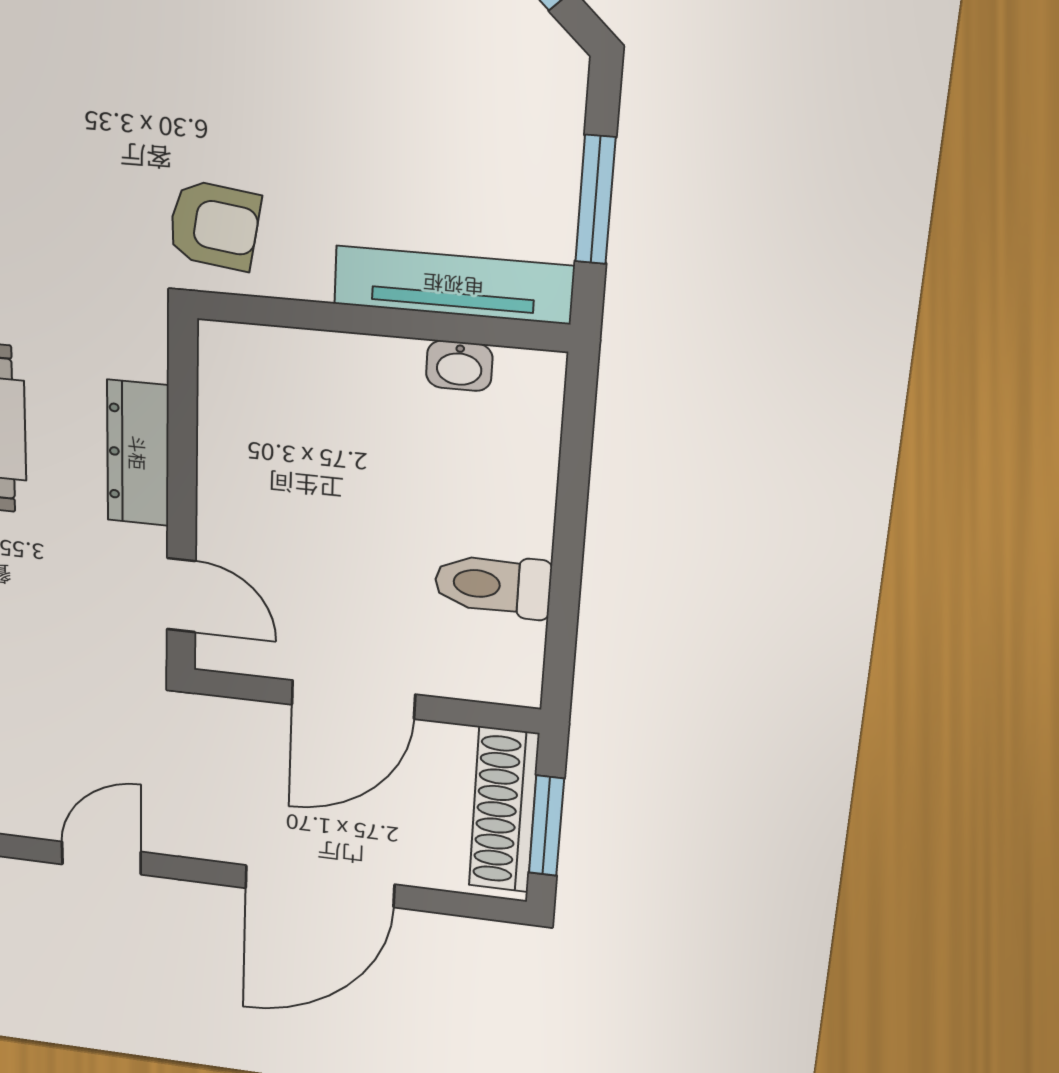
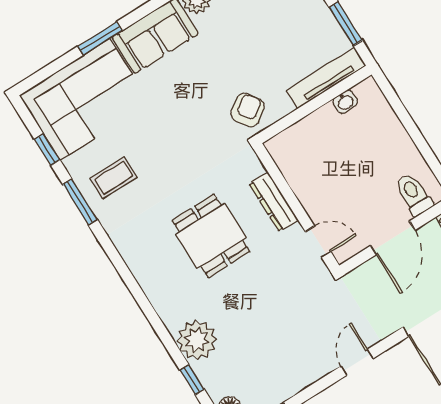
armchair: (214, 225) -> (248, 110), turned -43
toilet: (493, 585) -> (414, 194), moved, turned 90

